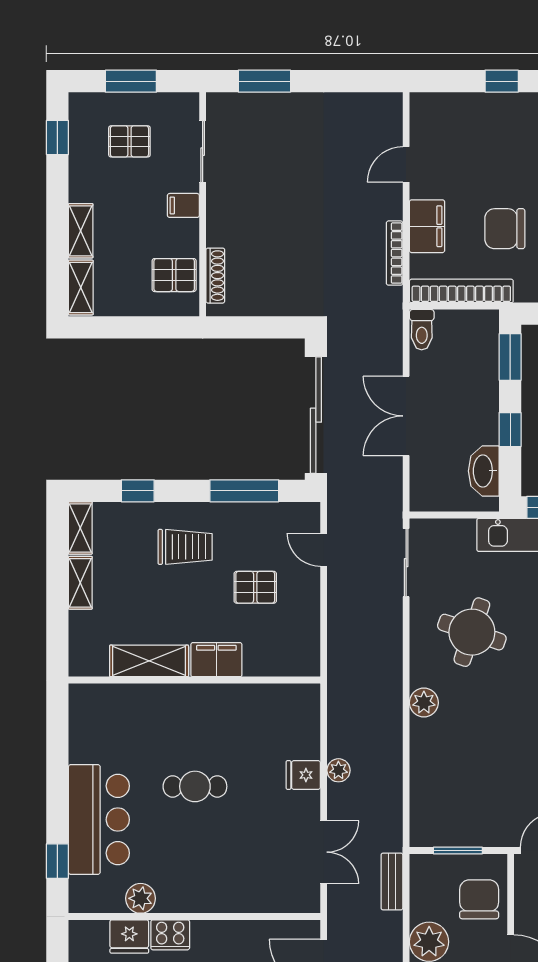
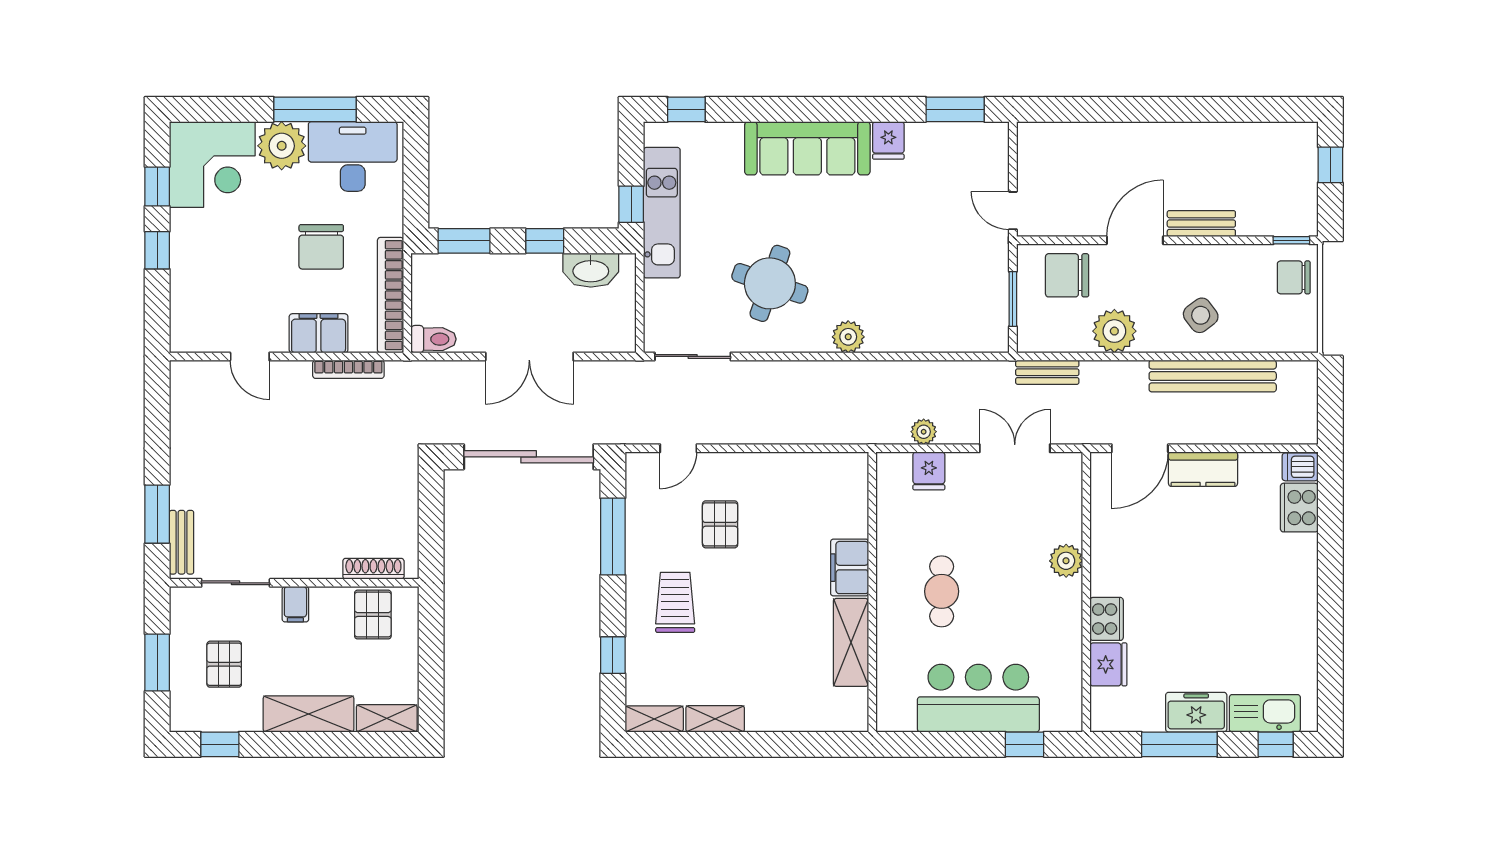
bench: (239, 103) -> (182, 542), added
shelving: (81, 231) -> (309, 714), width x1.50, depth x1.33
filing cabinet: (216, 660) -> (850, 568), moved
shelving: (149, 661) -> (851, 642), moved
wall: (194, 680) -> (872, 592), moved
plant: (141, 898) -> (1066, 561), moved

